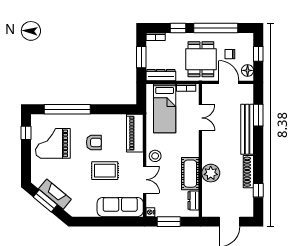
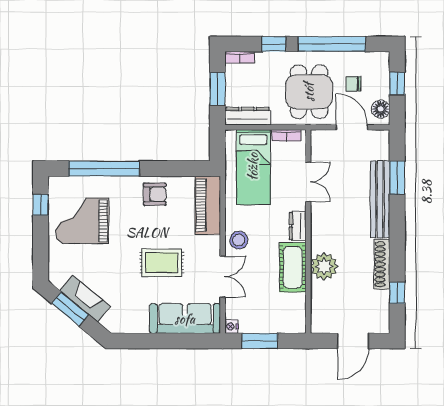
armchair: (94, 142) -> (155, 194), moved
dresser: (193, 201) -> (298, 226), moved

